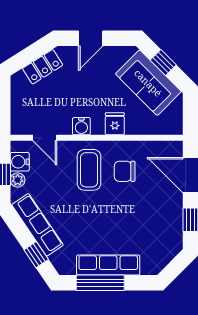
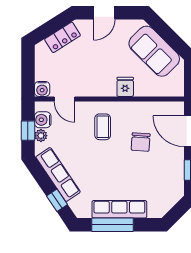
window: (163, 62) -> (167, 34), removed
water cooler: (81, 126) -> (42, 89), moved
coffee table: (89, 170) -> (103, 127), width x0.73, depth x0.77
chair: (125, 171) -> (141, 142), moved, turned -86

